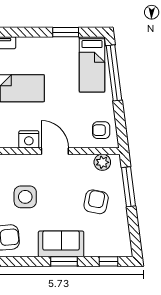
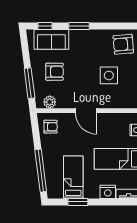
bed: (92, 64) -> (73, 177), moved
nightstand: (29, 139) -> (108, 192), moved, turned 180
armchair: (96, 202) -> (54, 72), turned -101
sofa: (61, 244) -> (51, 39), moved

